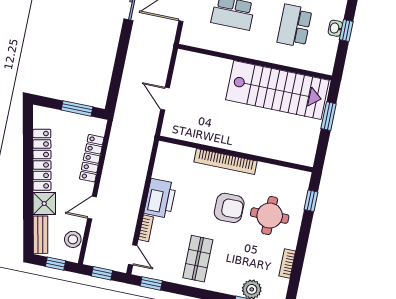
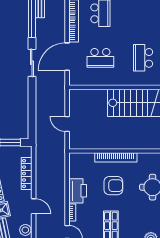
door: (92, 208) -> (34, 206), swing flipped
armchair: (229, 208) -> (113, 186), moved

